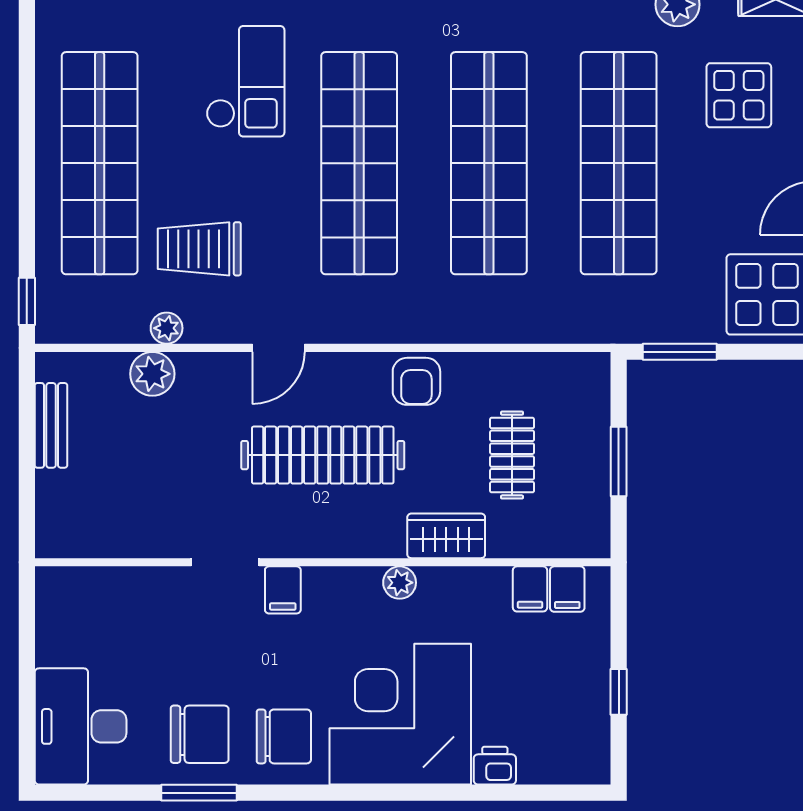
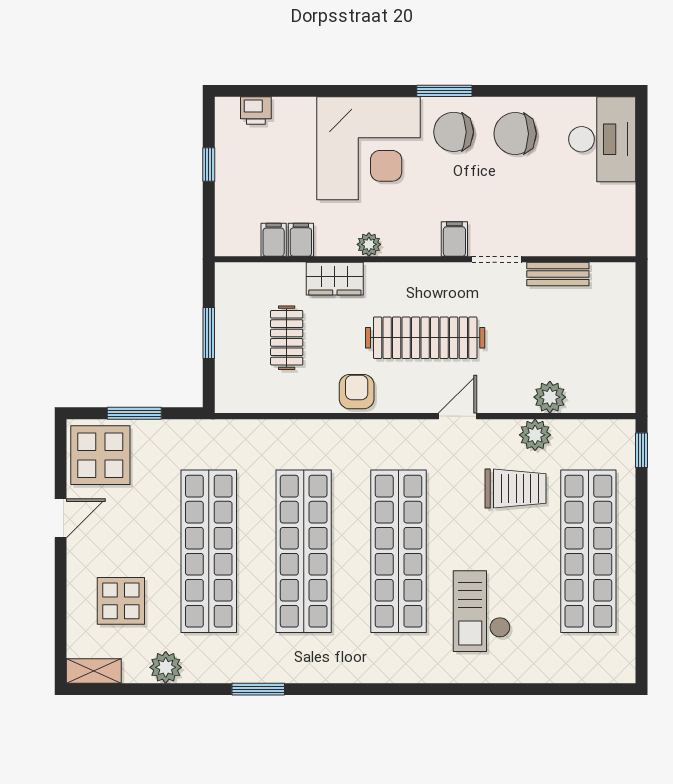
plant: (167, 328) -> (535, 435), width x1.38, depth x1.38
window: (680, 352) -> (134, 413), moved
bench: (51, 425) -> (558, 274), moved, turned 90
filing cabinet: (567, 589) -> (301, 240), moved
printer: (495, 766) -> (256, 111), moved
window: (199, 793) -> (444, 91), moved

